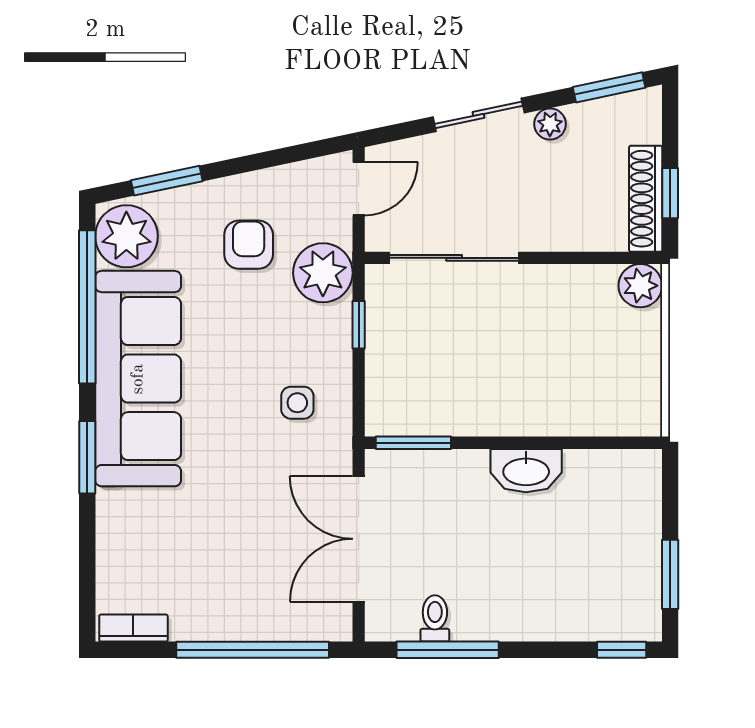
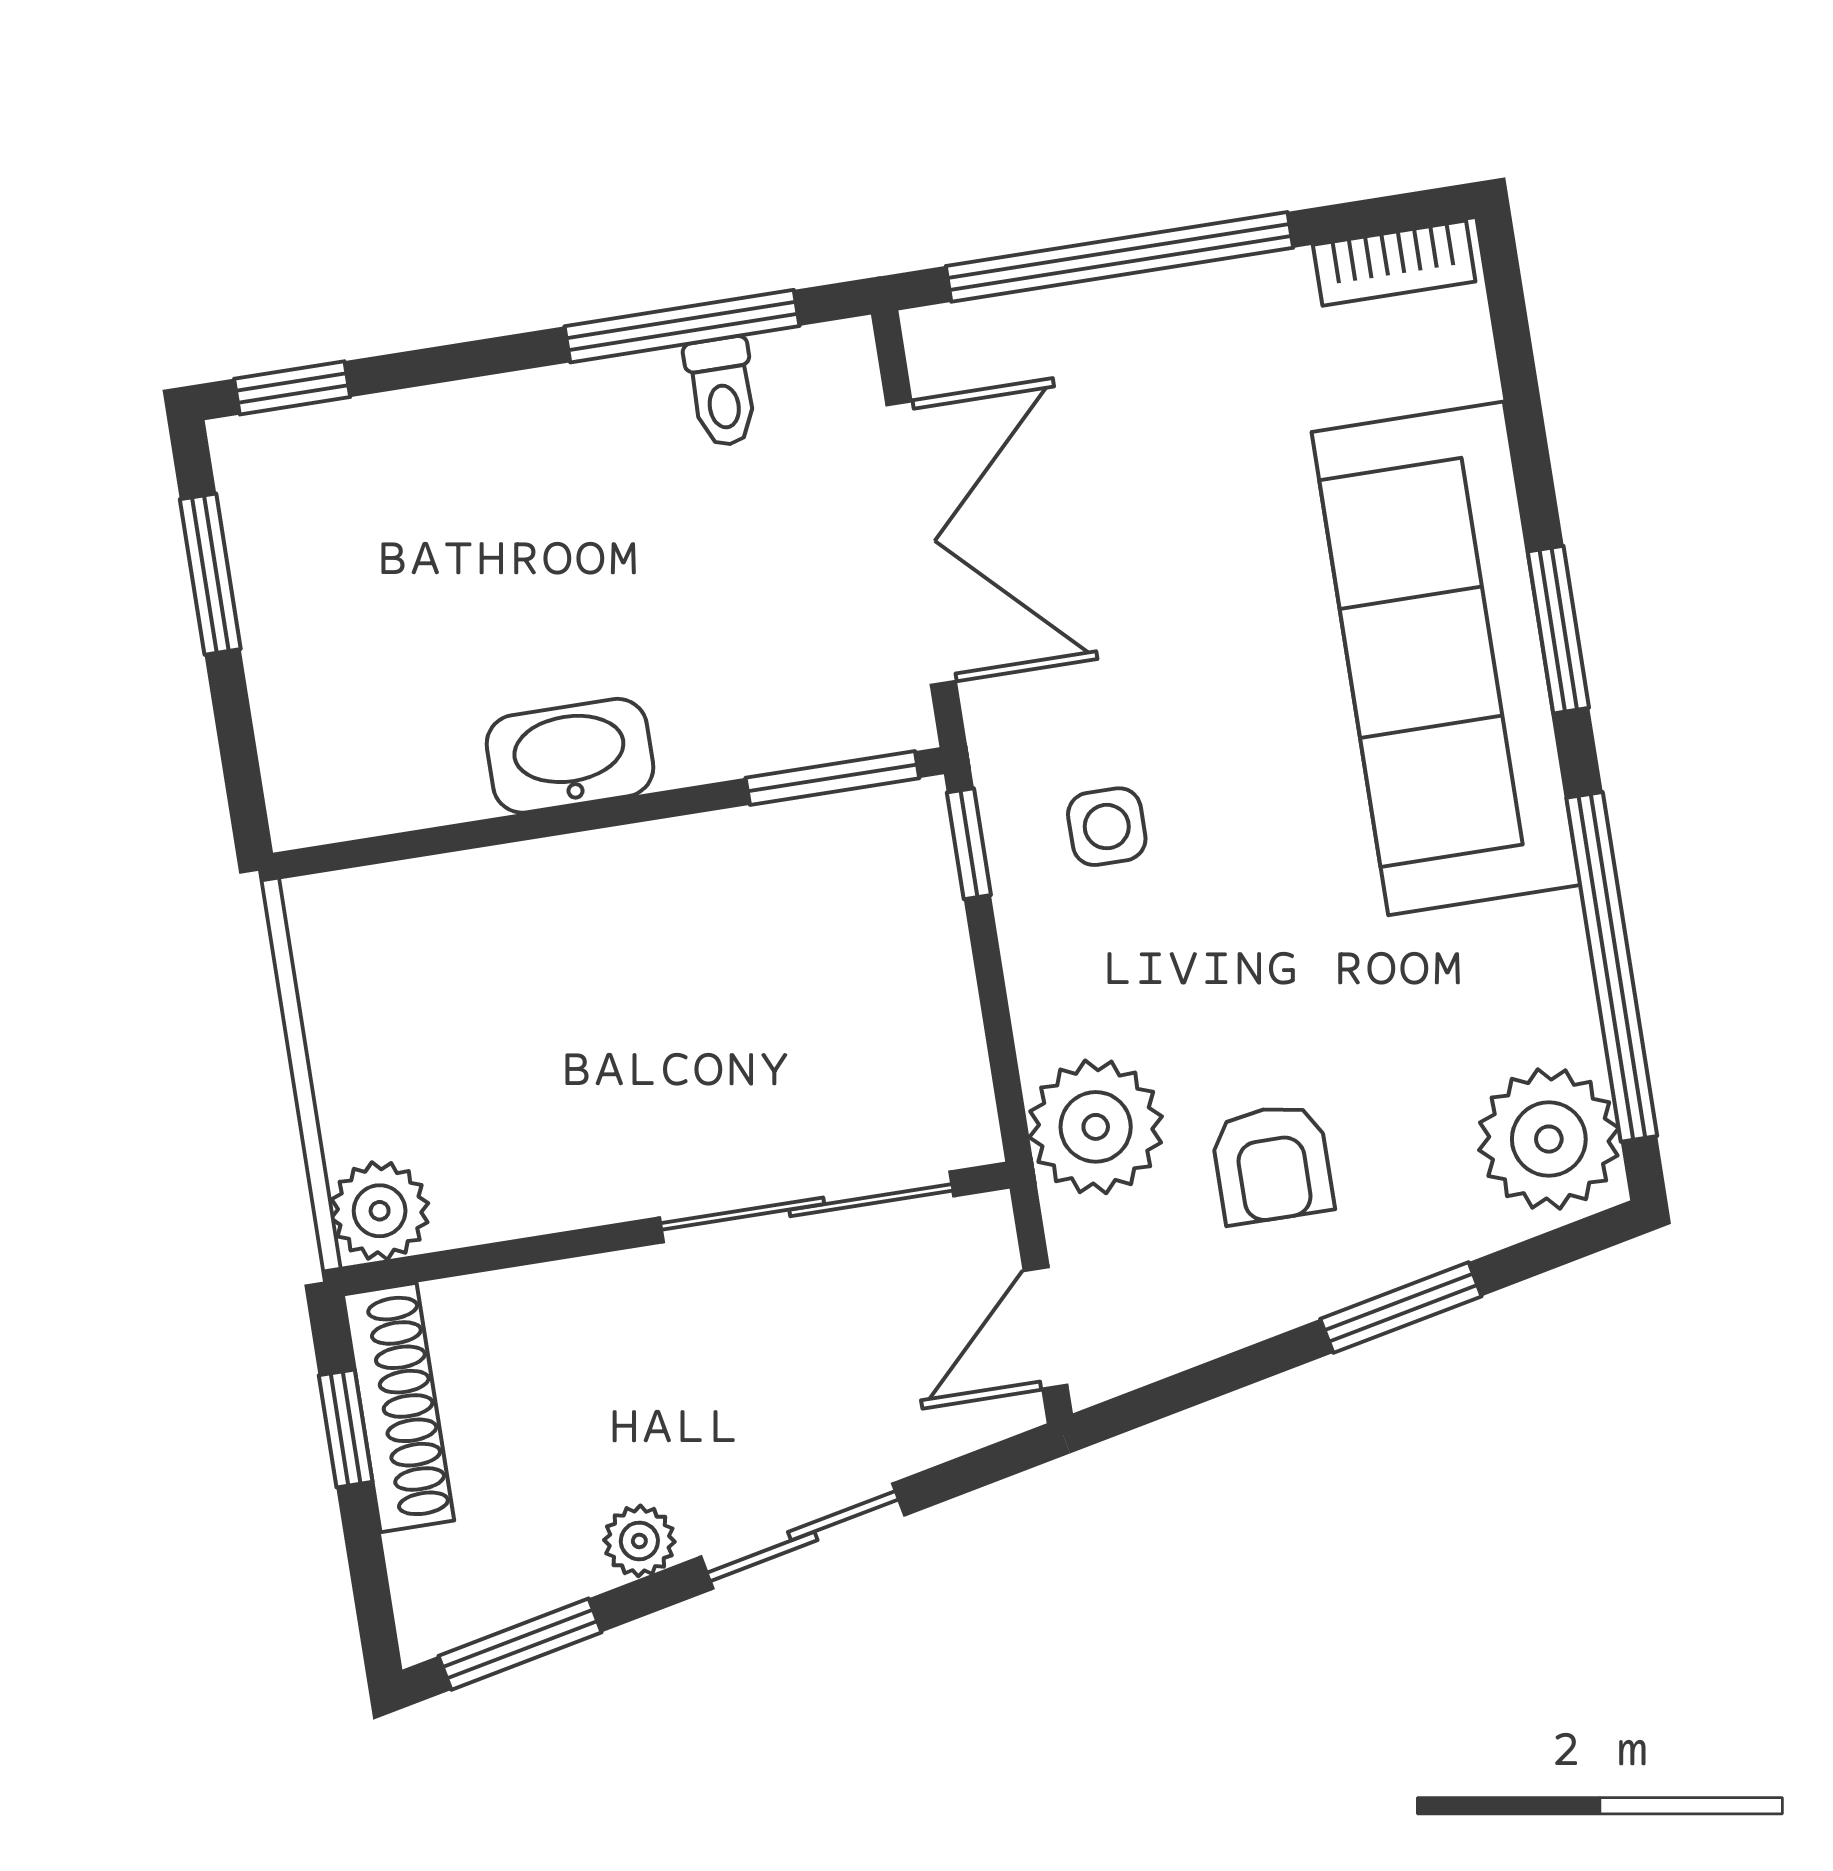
window: (167, 181) -> (1401, 1308), moved
window: (359, 325) -> (969, 844), moved
sofa: (138, 379) -> (1446, 658), moved

